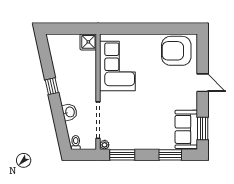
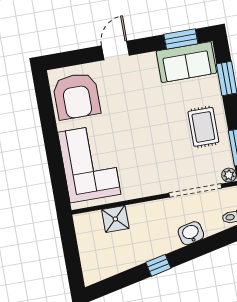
shower: (88, 42) -> (115, 219), moved
corner sofa: (117, 66) -> (89, 163), moved, turned 90
rug: (140, 133) -> (203, 127), added

